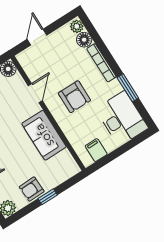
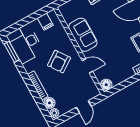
window: (128, 88) -> (12, 52), moved
door: (35, 93) -> (87, 66), swing flipped
armchair: (74, 97) -> (59, 62), turned -125

